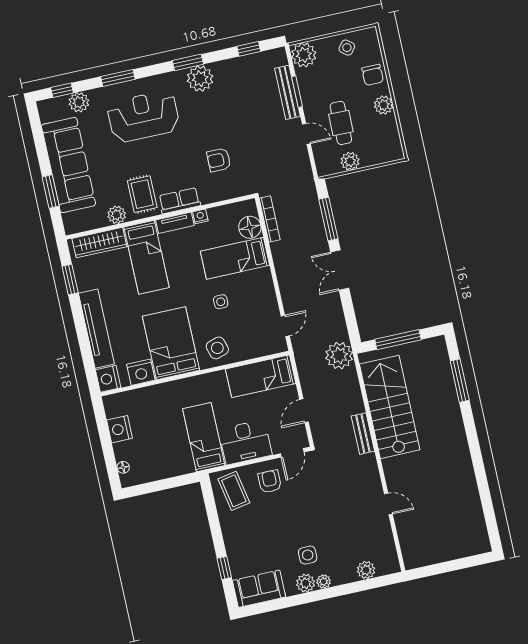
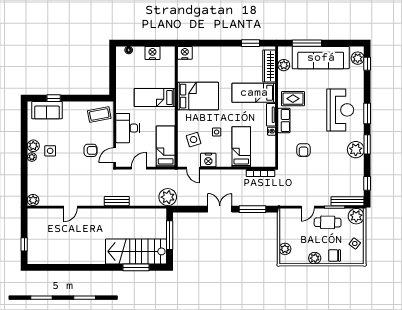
window: (118, 78) -> (367, 114), moved
bench: (287, 92) -> (348, 201), moved
plant: (79, 102) -> (358, 58), moved
cafe table: (341, 123) -> (328, 222), moved
armchair: (219, 160) -> (303, 150), turned 180
plant: (350, 161) -> (285, 249), moved
window: (51, 192) -> (307, 43), width x1.44
plant: (117, 215) -> (284, 65), moved
floor lamp: (250, 227) -> (258, 160), removed
tv unit: (96, 329) -> (217, 52), removed
side table: (217, 348) -> (194, 140), moved
nightstand: (141, 372) -> (208, 160), moved, turned -90
stairs: (390, 407) -> (136, 251), moved, turned 180
door: (304, 411) -> (139, 168), hinge flipped
bed: (204, 437) -> (155, 98), moved, turned 180
door: (292, 453) -> (115, 155), hinge flipped
armchair: (270, 481) -> (91, 150), moved
window: (463, 563) -> (24, 244), added
plant: (366, 570) -> (33, 200), moved
sofa: (259, 589) -> (47, 110), moved, turned 90

